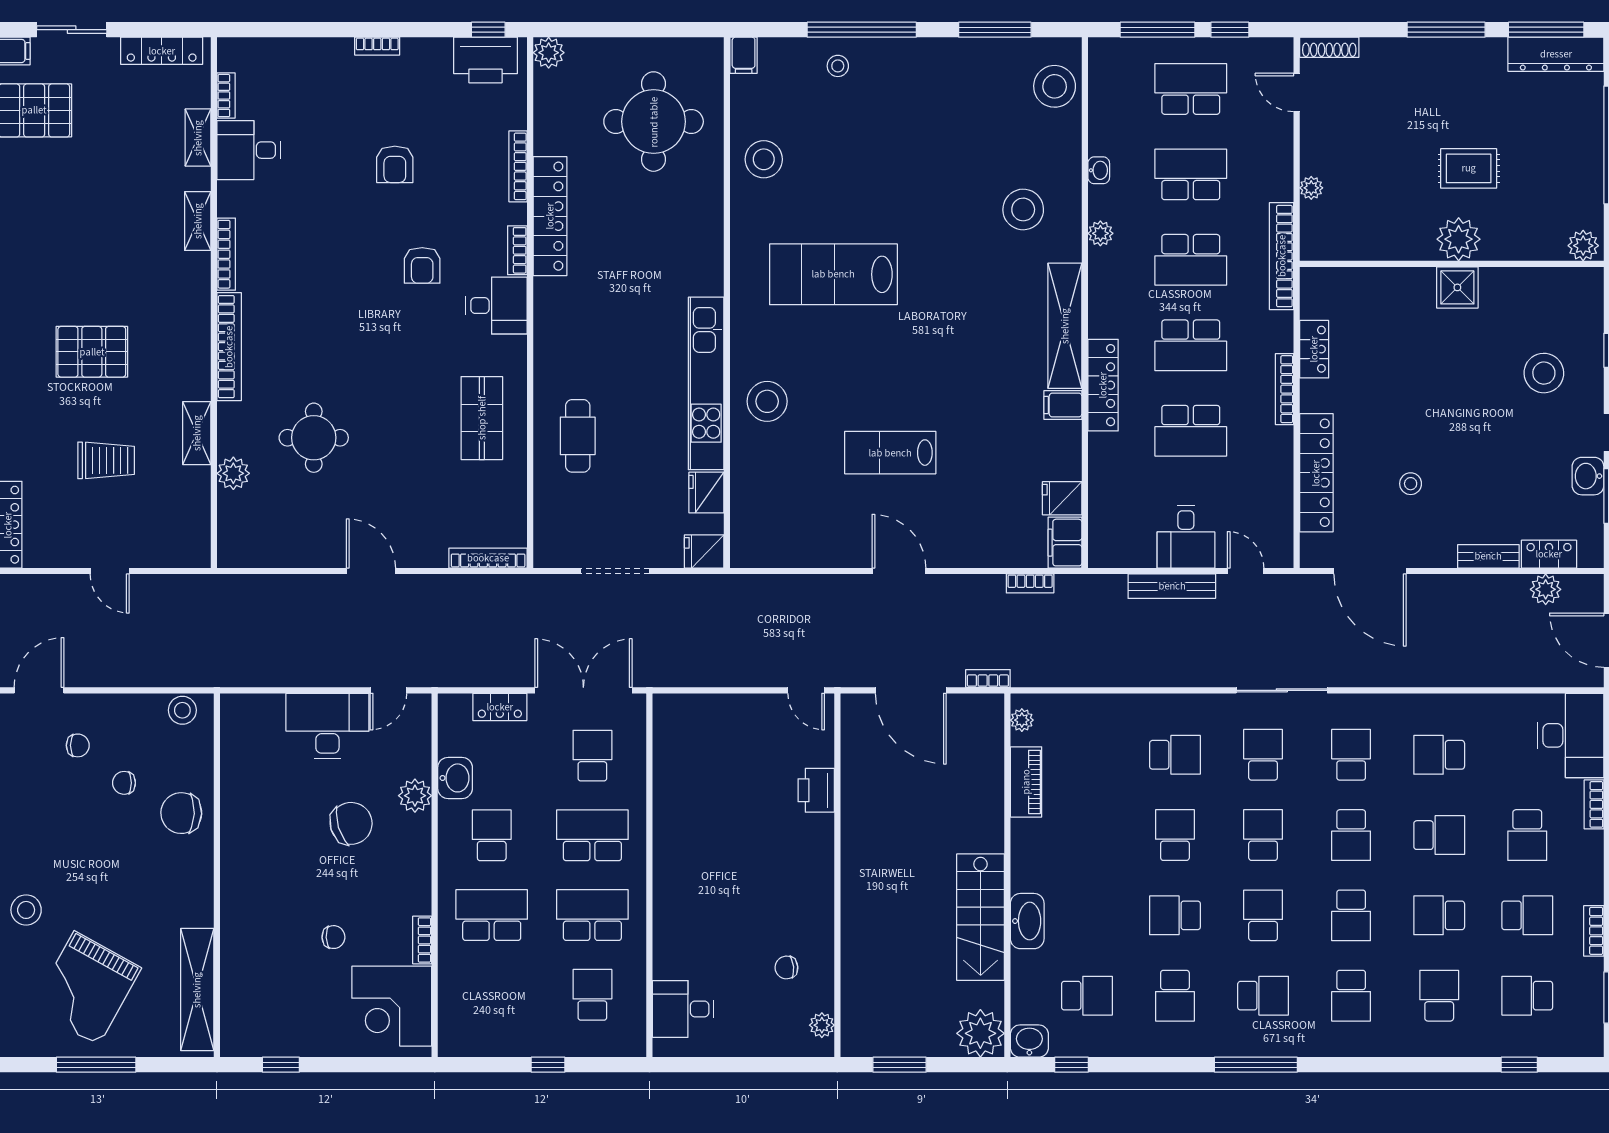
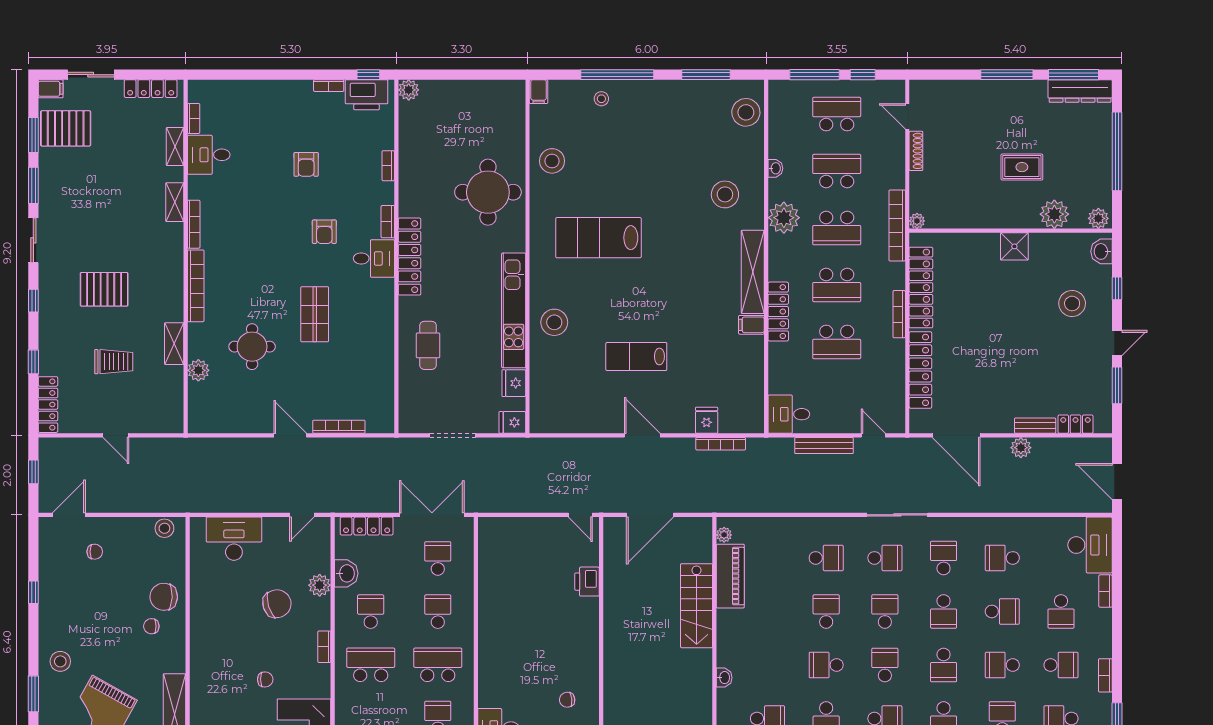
bookcase: (377, 46) -> (329, 86), moved
shoe rack: (1329, 47) -> (916, 151), moved, turned -90
round table: (654, 122) -> (488, 192), moved
bookcase: (518, 166) -> (388, 166), width x0.64
plant: (1311, 188) -> (917, 221), moved
locker: (550, 216) -> (409, 257), moved
plant: (1100, 233) -> (784, 218), width x1.88, depth x1.88
plant: (1459, 239) -> (1054, 214), moved
locker: (1314, 349) -> (921, 288), width x2.16, depth x1.21
shop shelf: (482, 418) -> (315, 314), moved
washbasin: (1588, 476) -> (1101, 251), moved
stool: (1411, 484) -> (983, 377), removed
fridge: (1062, 498) -> (707, 420), moved, turned 90
desk: (1186, 537) -> (789, 414), moved, turned 90
filing cabinet: (1065, 543) -> (753, 417), removed
bookcase: (488, 558) -> (339, 427), moved
bookcase: (1030, 583) -> (721, 444), width x1.56
plant: (1546, 589) -> (1021, 448), moved
bookcase: (988, 678) -> (701, 507), removed
door: (911, 690) -> (650, 515), hinge flipped
locker: (500, 707) -> (367, 526), width x1.53
desk: (327, 726) -> (234, 539), moved
school desk: (1263, 755) -> (885, 558), turned 90
piano: (1026, 782) -> (730, 576), width x1.37, depth x1.33
chair: (124, 783) -> (151, 626), moved
school desk: (592, 835) -> (438, 612), width x0.54
stairs: (981, 917) -> (697, 606), moved
washbasin: (1027, 921) -> (724, 678), width x0.52, depth x0.69
bookcase: (422, 940) -> (324, 647), moved

